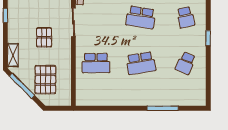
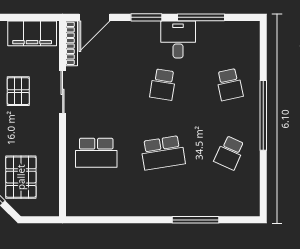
school desk: (141, 17) -> (163, 84), width x0.54
pallet: (44, 37) -> (18, 91), moved
window: (208, 38) -> (263, 115), width x3.17

